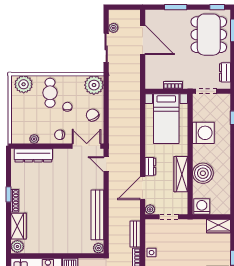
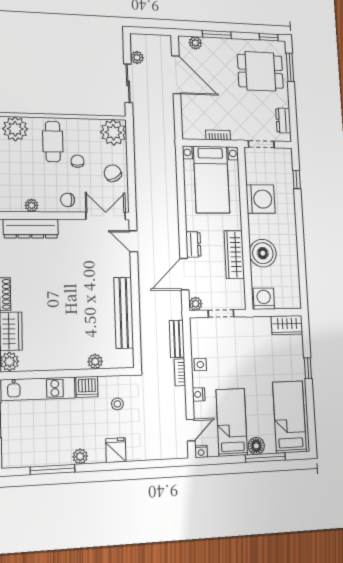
plant: (158, 15) -> (195, 43), added
dining table: (209, 35) -> (260, 71), width x0.73
plant: (98, 248) -> (95, 361), moved

